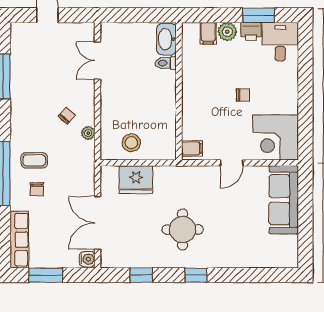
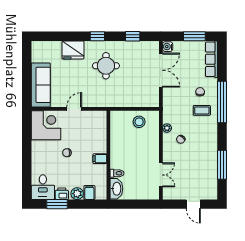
filing cabinet: (192, 148) -> (100, 159), moved
fridge: (136, 180) -> (73, 50), moved, turned 180

